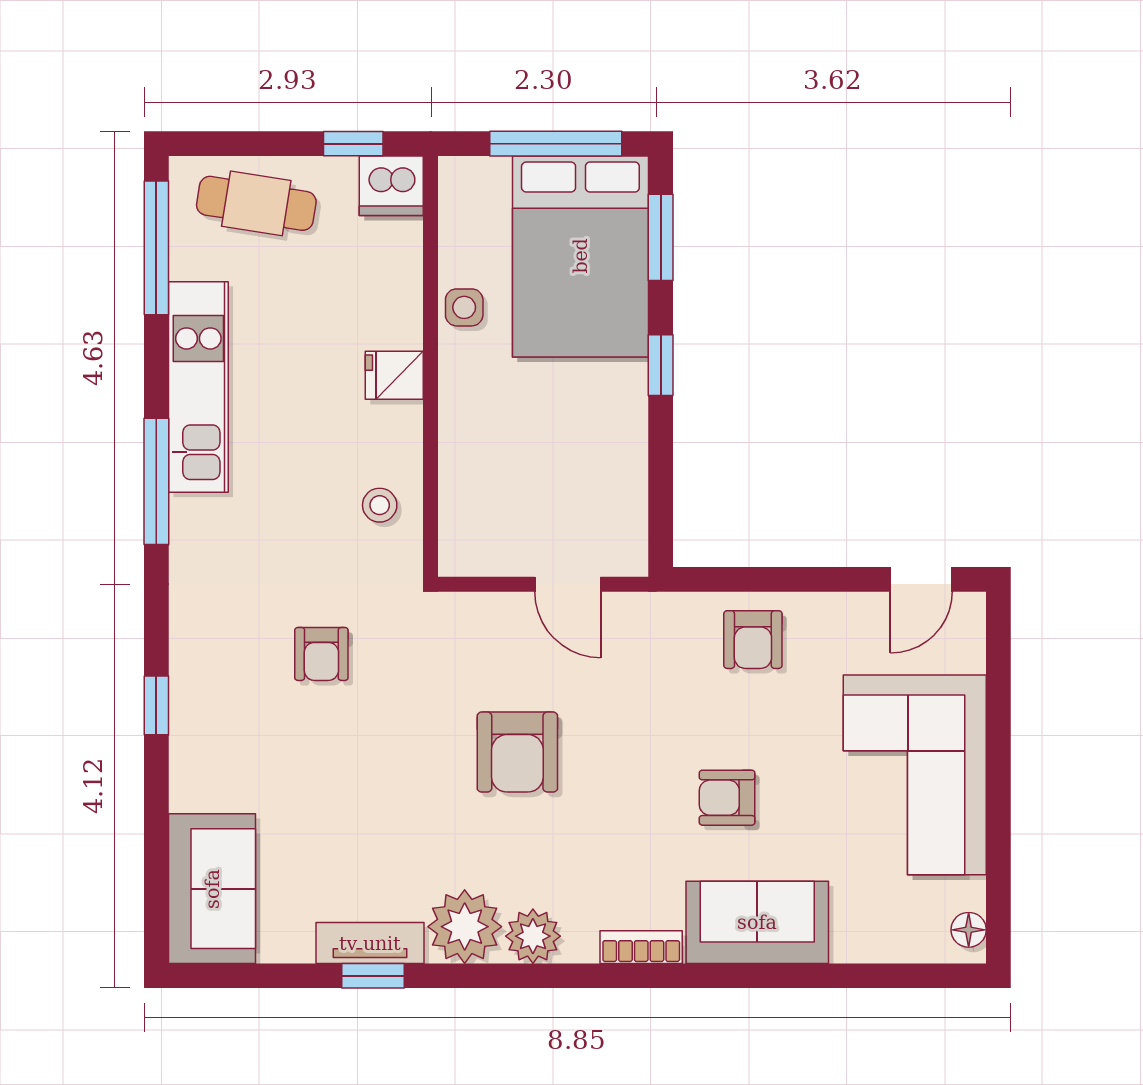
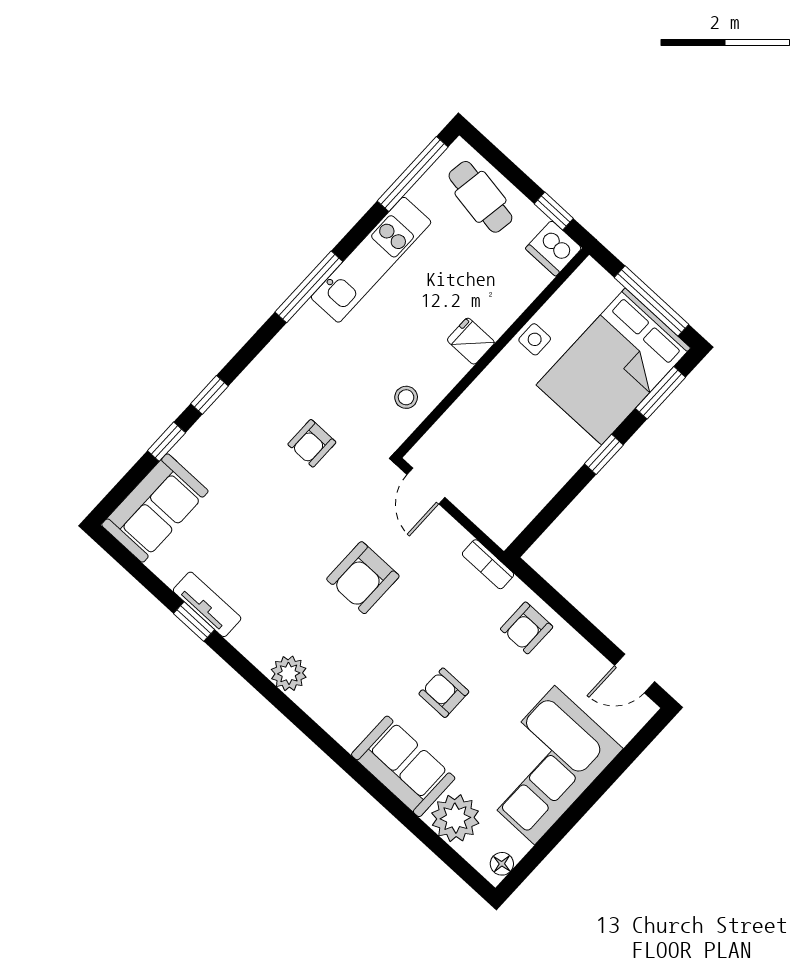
door: (568, 584) -> (426, 486), moved
window: (156, 802) -> (166, 442), added
plant: (465, 927) -> (455, 818), moved
bookcase: (641, 947) -> (488, 564), moved, turned 180

